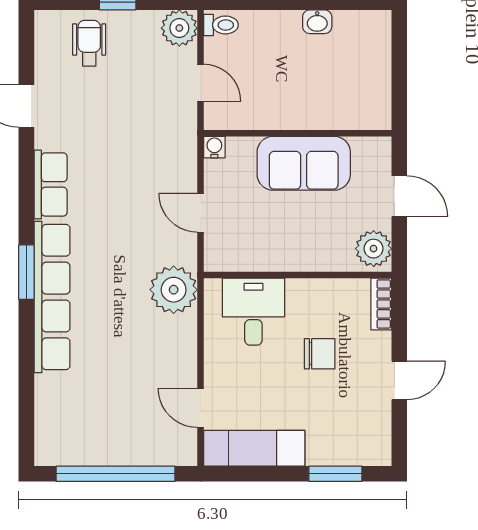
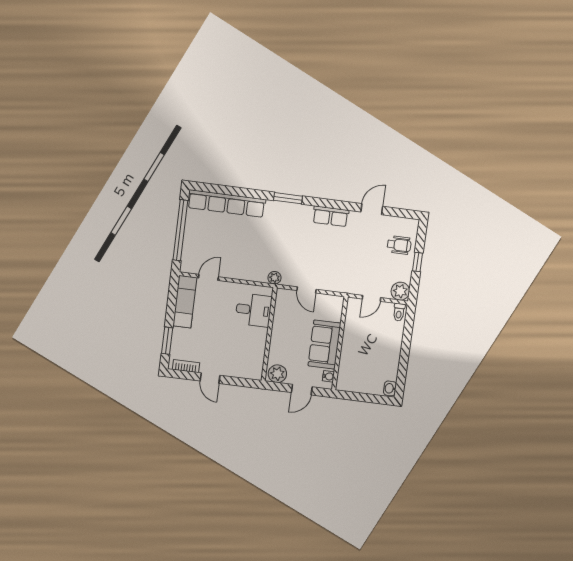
washbasin: (317, 22) -> (390, 388), moved
water cooler: (214, 147) -> (328, 376), moved
door: (200, 213) -> (307, 290), swing flipped
plant: (174, 290) -> (274, 278), width x0.53, depth x0.53
row of seats: (52, 297) -> (227, 203), moved
bookcase: (381, 304) -> (186, 366), moved
chair: (320, 354) -> (228, 340), removed

